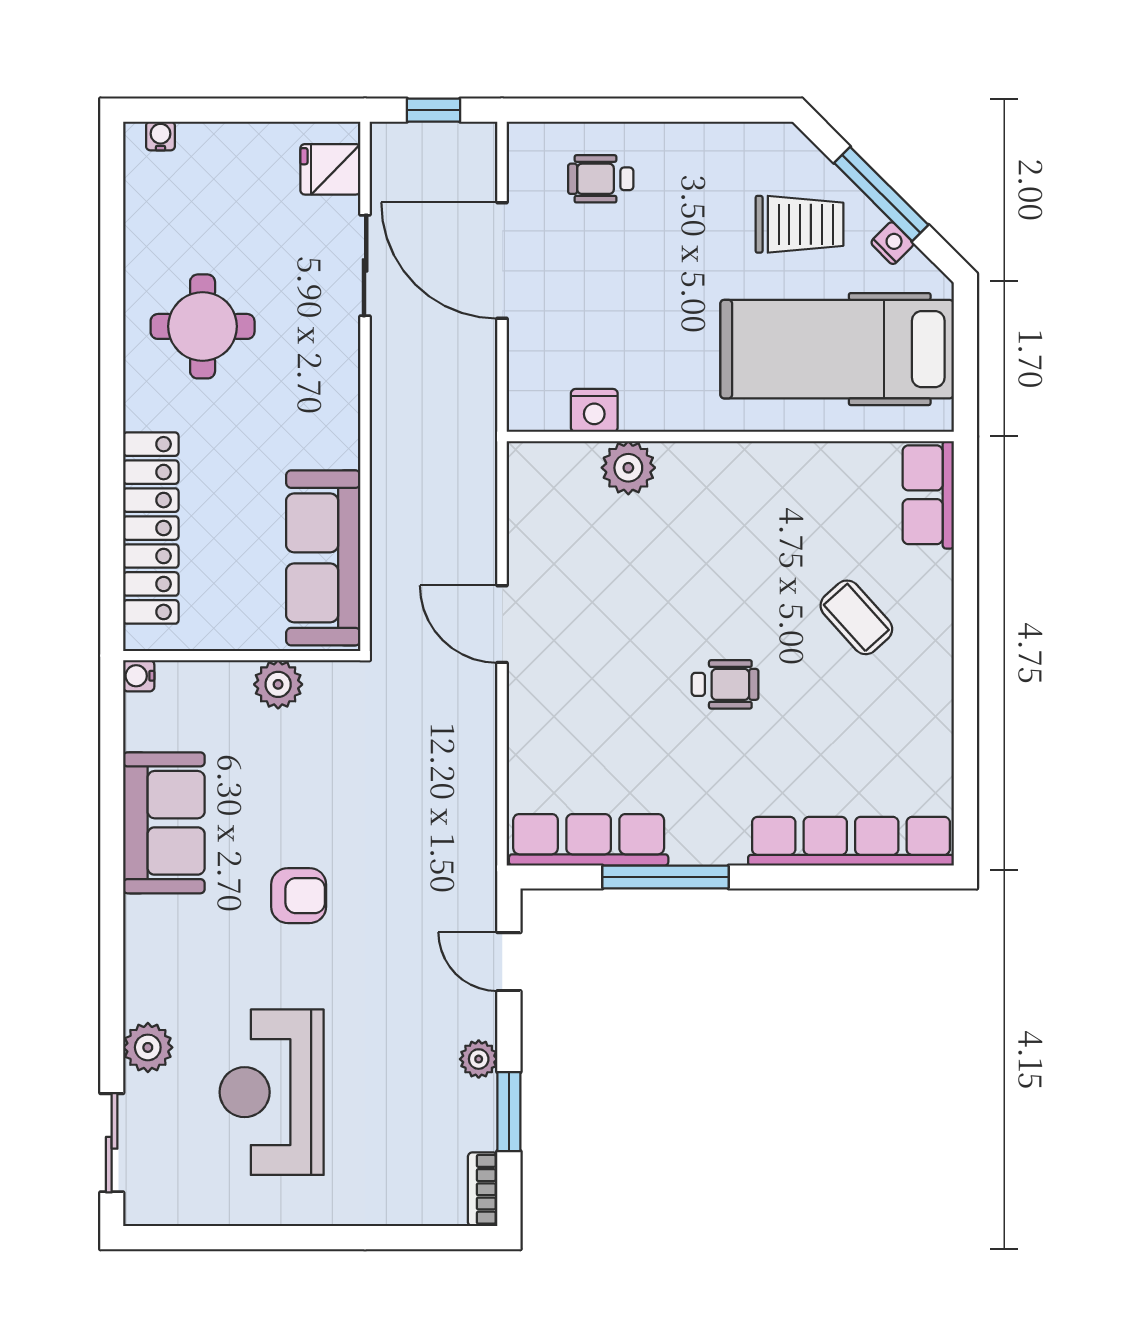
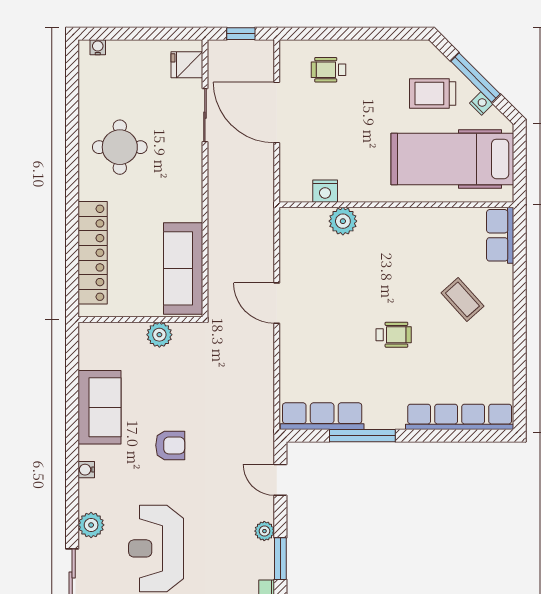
trolley: (799, 224) -> (433, 94), turned 180
water cooler: (139, 676) -> (86, 470), moved

